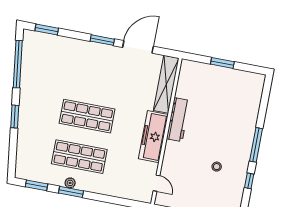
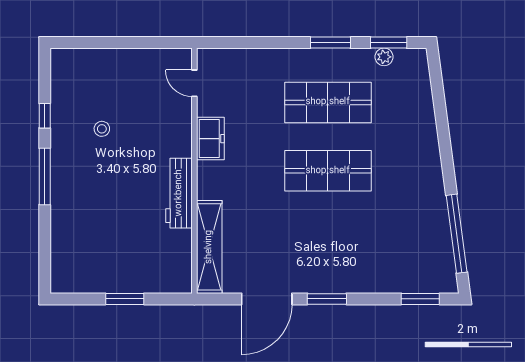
window: (15, 116) -> (445, 148), removed
freezer: (153, 137) -> (210, 139), width x0.52, depth x0.79
plant: (70, 183) -> (384, 57), moved

